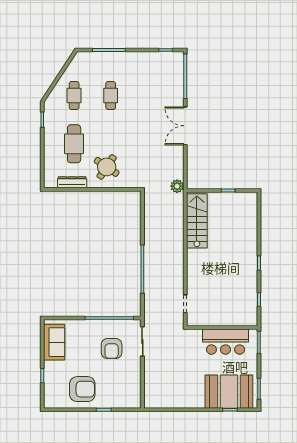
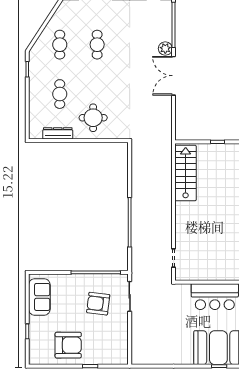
cafe table: (74, 144) -> (60, 94), width x0.73, depth x0.74
round table: (107, 167) -> (93, 118), turned -34
plant: (177, 186) -> (165, 49), moved
armchair: (112, 349) -> (98, 304), turned 97

